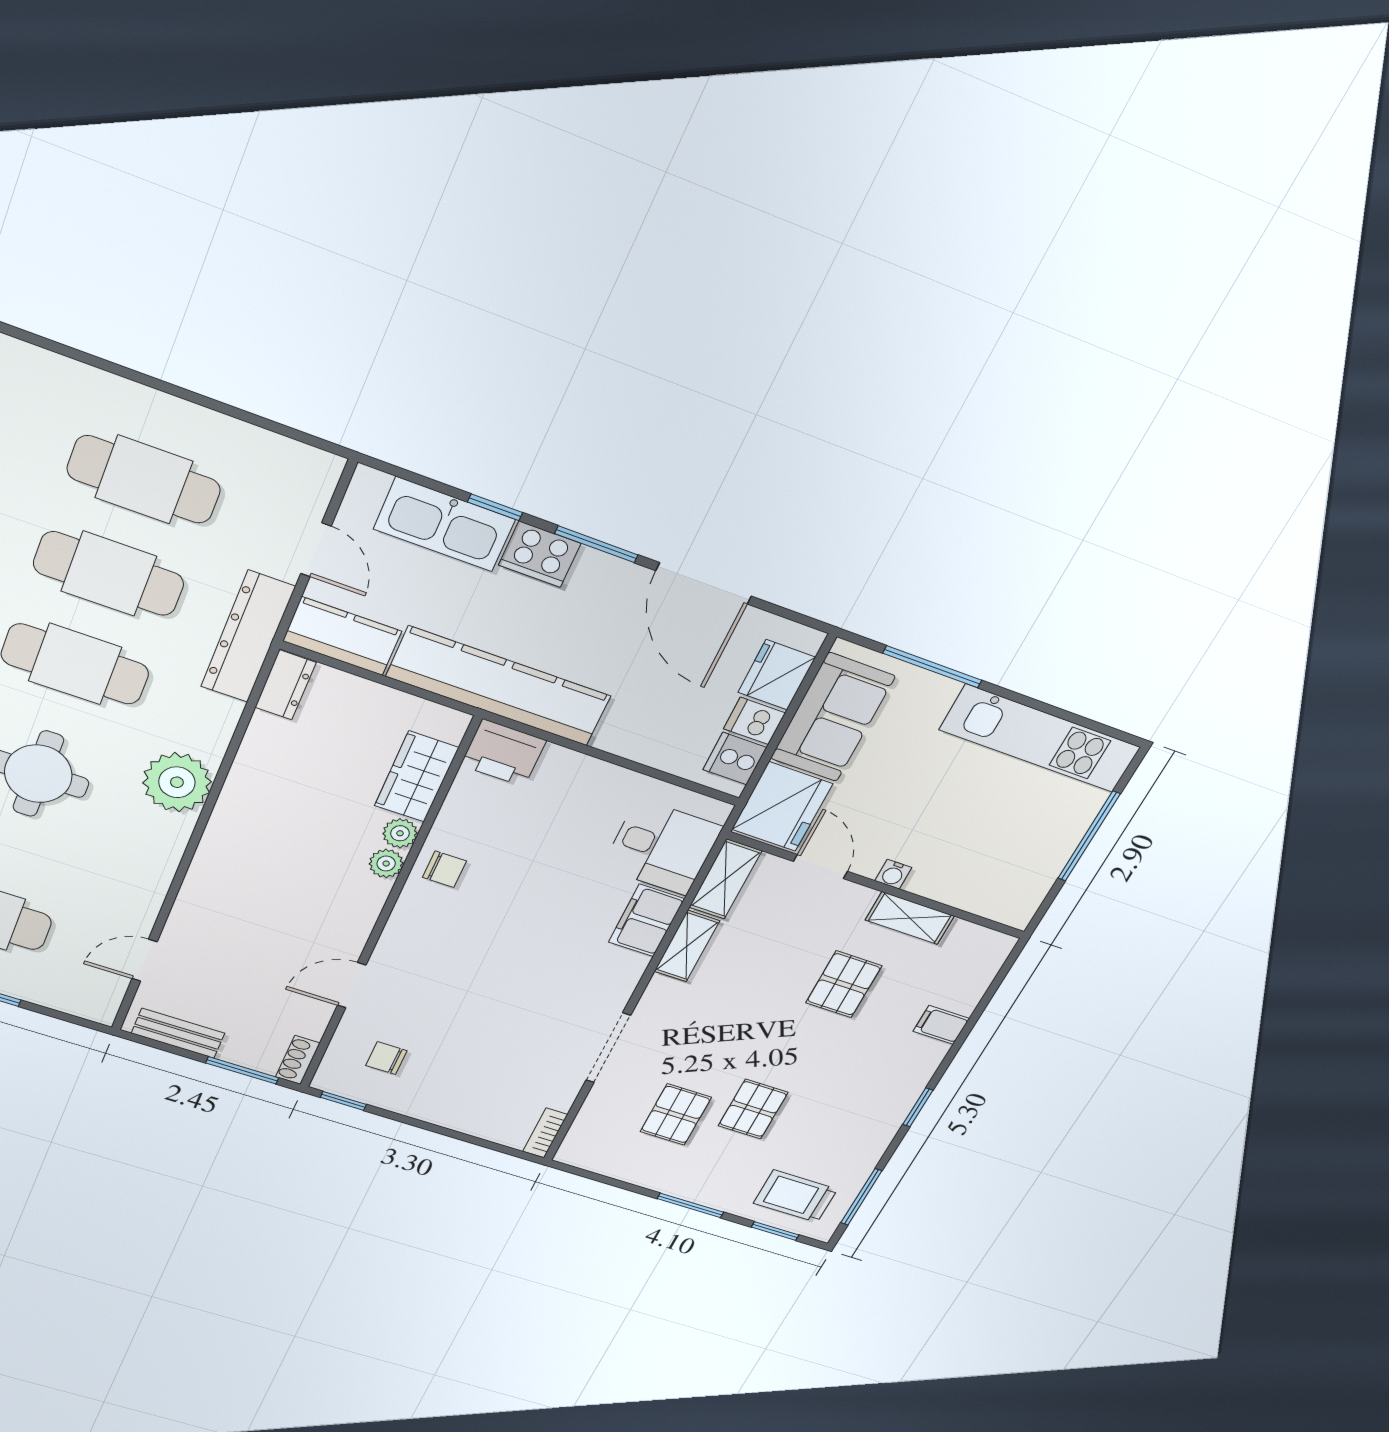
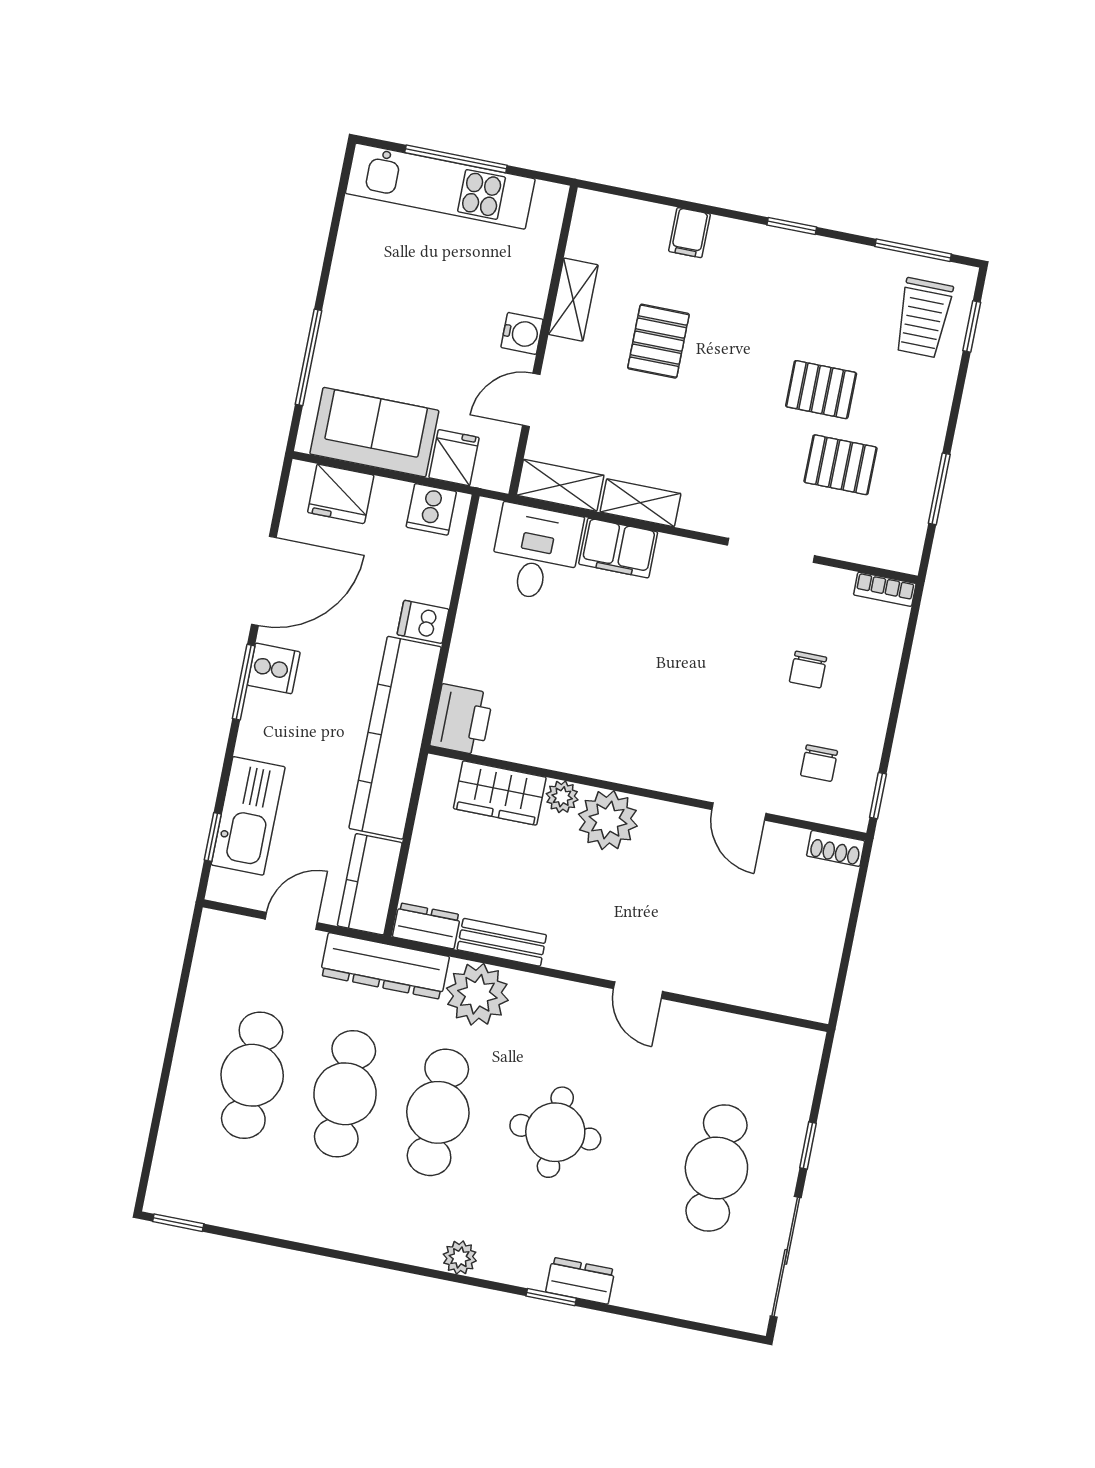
window: (495, 507) -> (213, 837), moved
cooker: (540, 554) -> (274, 668), moved, width x0.73
dishwasher: (754, 721) -> (423, 622), moved, turned 90
kitchen unit: (1040, 739) -> (440, 186), moved, turned 90
plant: (177, 782) -> (477, 994), moved
fridge: (782, 807) -> (454, 458), width x0.53, depth x0.75
plant: (386, 863) -> (608, 820), width x1.88, depth x1.88
chair: (444, 869) -> (808, 670), moved, turned 180
water cooler: (893, 874) -> (522, 333), width x1.38, depth x1.38
door: (144, 960) -> (638, 990), moved
pallet: (844, 984) -> (658, 341), turned 90
bench: (178, 1033) -> (502, 942), moved, turned 90
window: (242, 1070) -> (857, 900), removed
window: (690, 1205) -> (939, 489), moved

